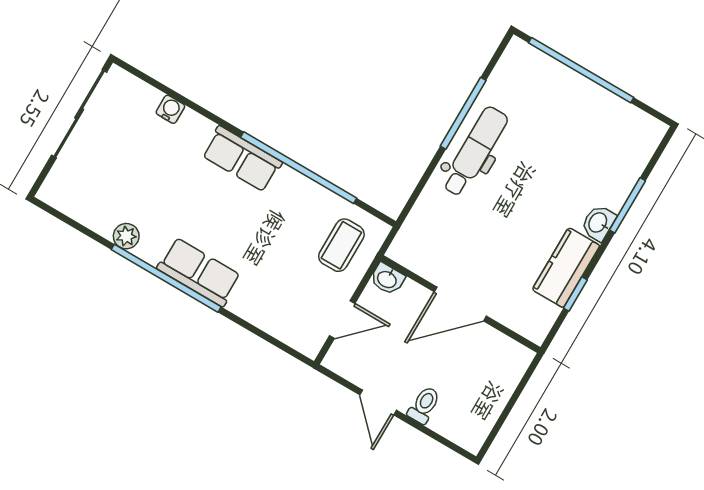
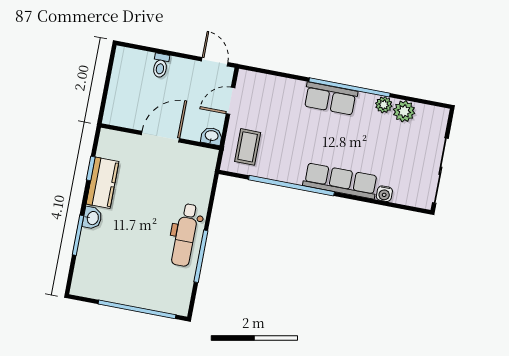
row of seats: (242, 159) -> (340, 181), width x1.48
plant: (101, 217) -> (404, 111), added
door: (378, 402) -> (215, 62), moved

